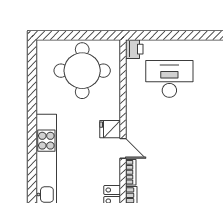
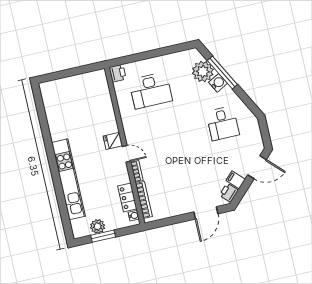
round table: (82, 71) -> (80, 100), removed
desk: (169, 79) -> (151, 90), turned 180

